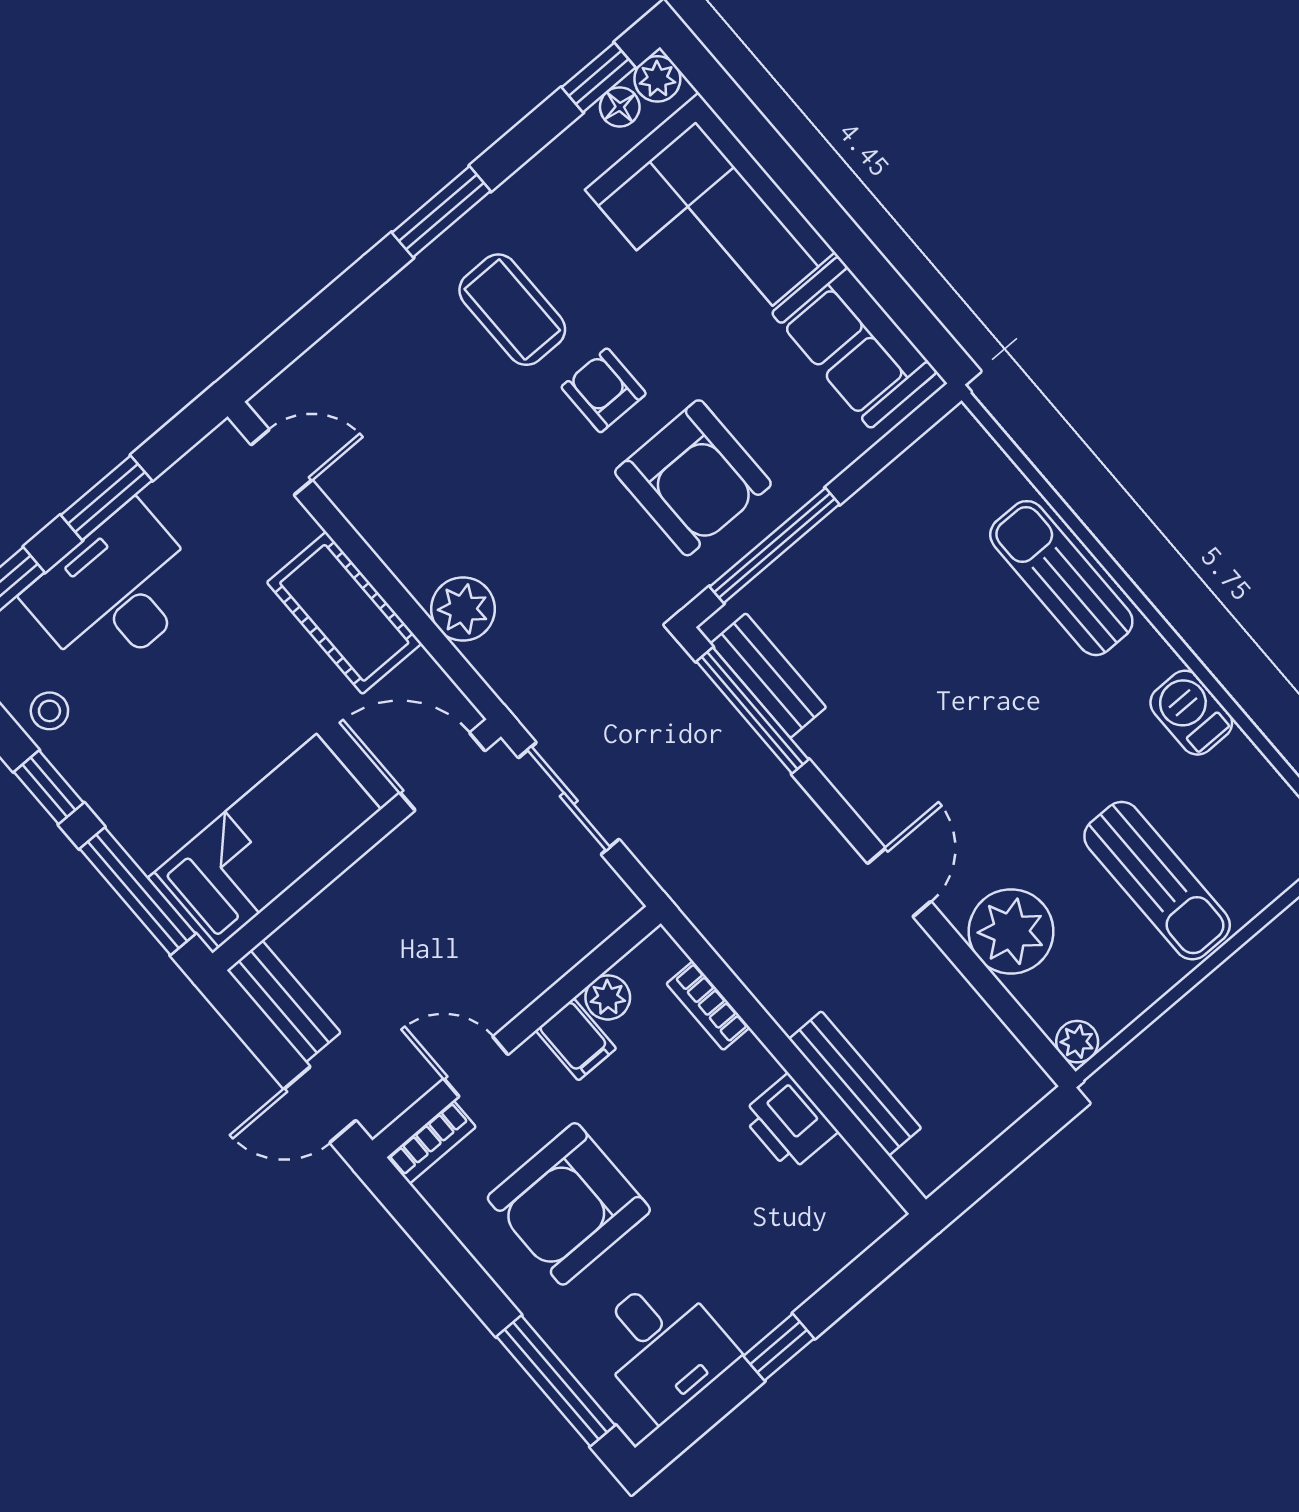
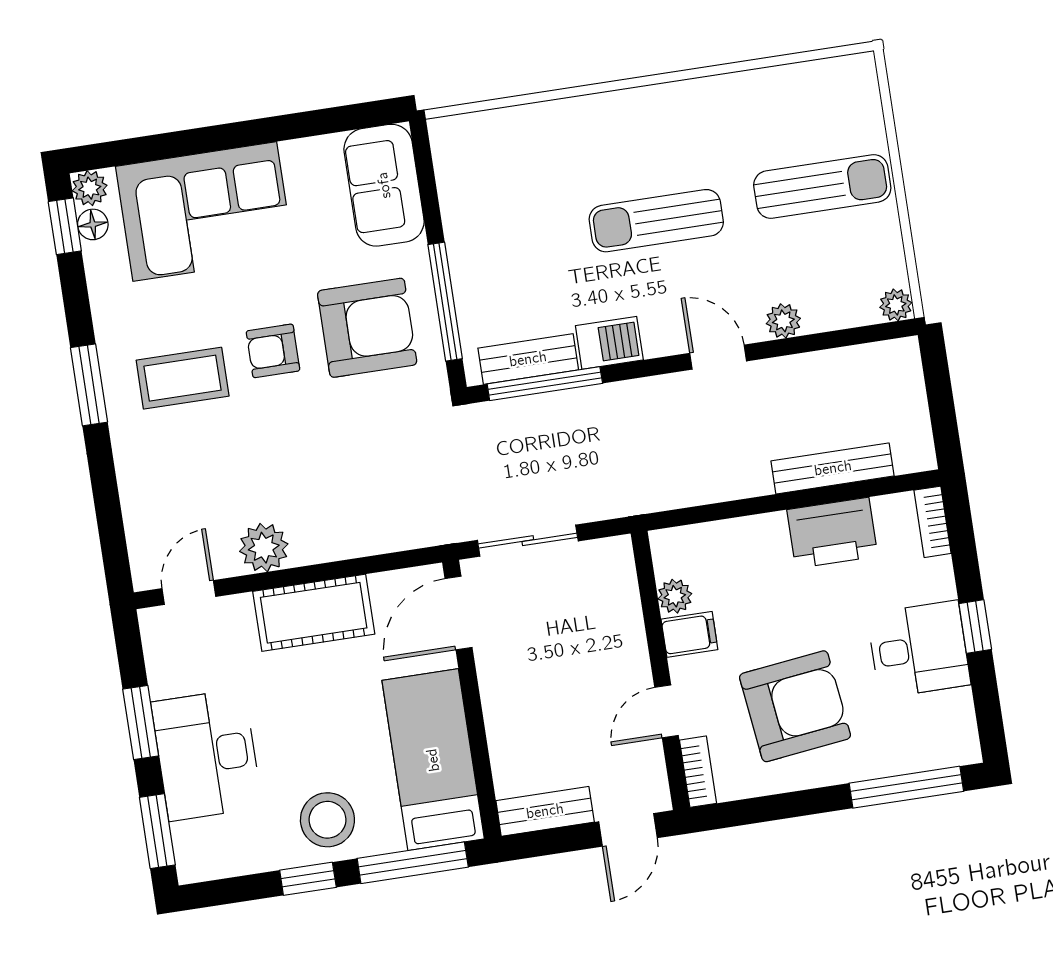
sofa: (854, 342) -> (384, 185), moved, turned 90
sun lounger: (1061, 578) -> (656, 221), moved
plant: (463, 609) -> (264, 548), moved
stool: (49, 711) -> (327, 820), moved, width x1.89, depth x1.89
barbecue: (1191, 713) -> (609, 343), moved, turned 180
plant: (1011, 931) -> (783, 321), width x0.53, depth x0.53
bookcase: (708, 1006) -> (932, 522), moved, turned 90
printer: (789, 1123) -> (832, 533), width x1.37, depth x1.19
armchair: (569, 1204) -> (795, 706), turned -97
desk: (663, 1346) -> (919, 649), moved

